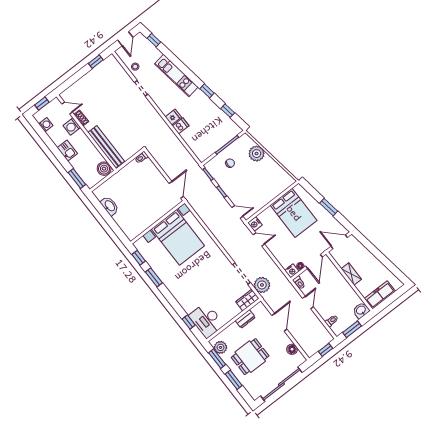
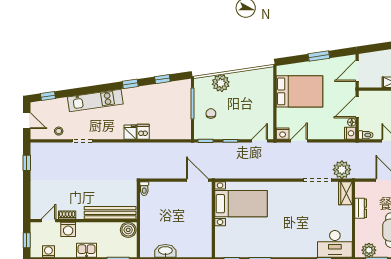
bed with nightstands: (178, 237) -> (241, 204), width x0.73
door: (314, 262) -> (357, 107), swing flipped

